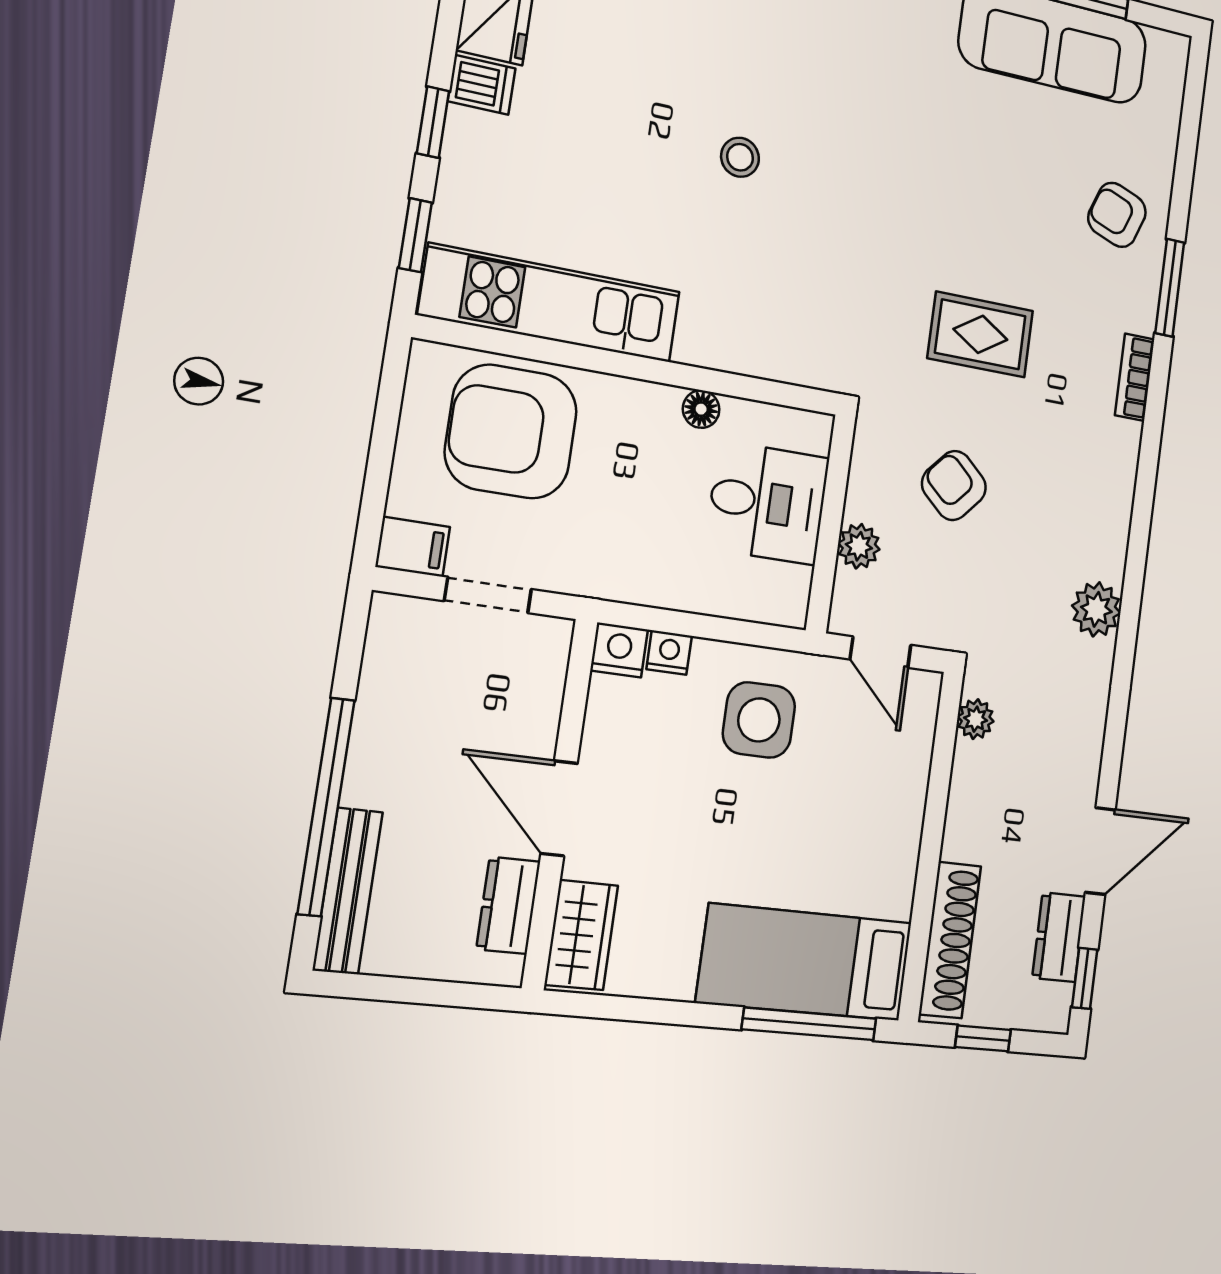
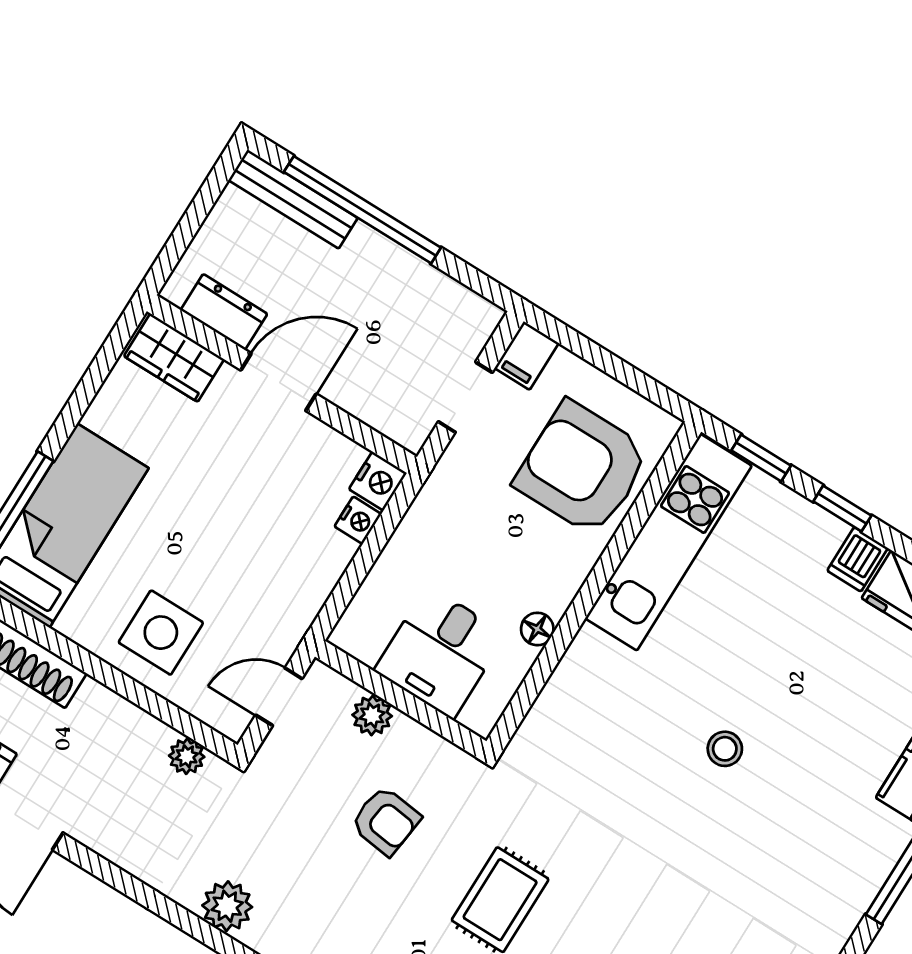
armchair: (511, 432) -> (582, 468), turned -90
armchair: (954, 485) -> (386, 821), turned 55
side table: (759, 720) -> (161, 633), moved

